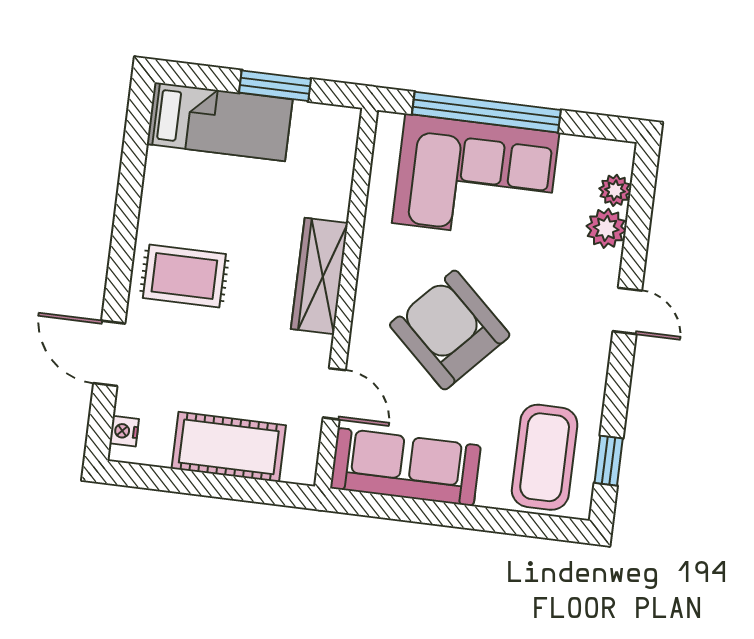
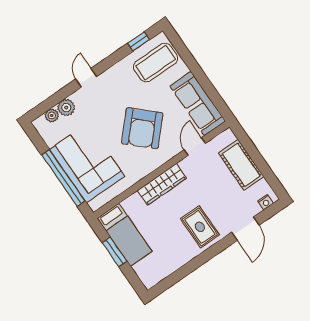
bed: (220, 122) -> (125, 235), moved, turned 180

